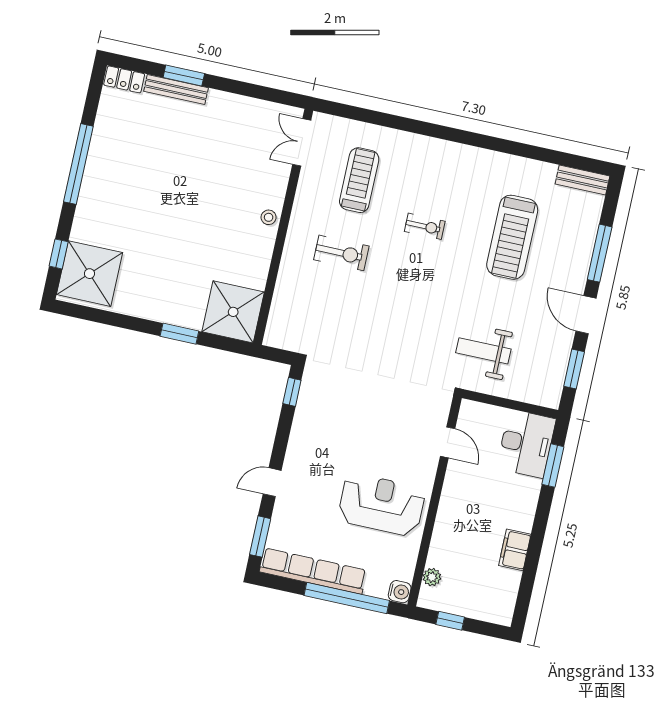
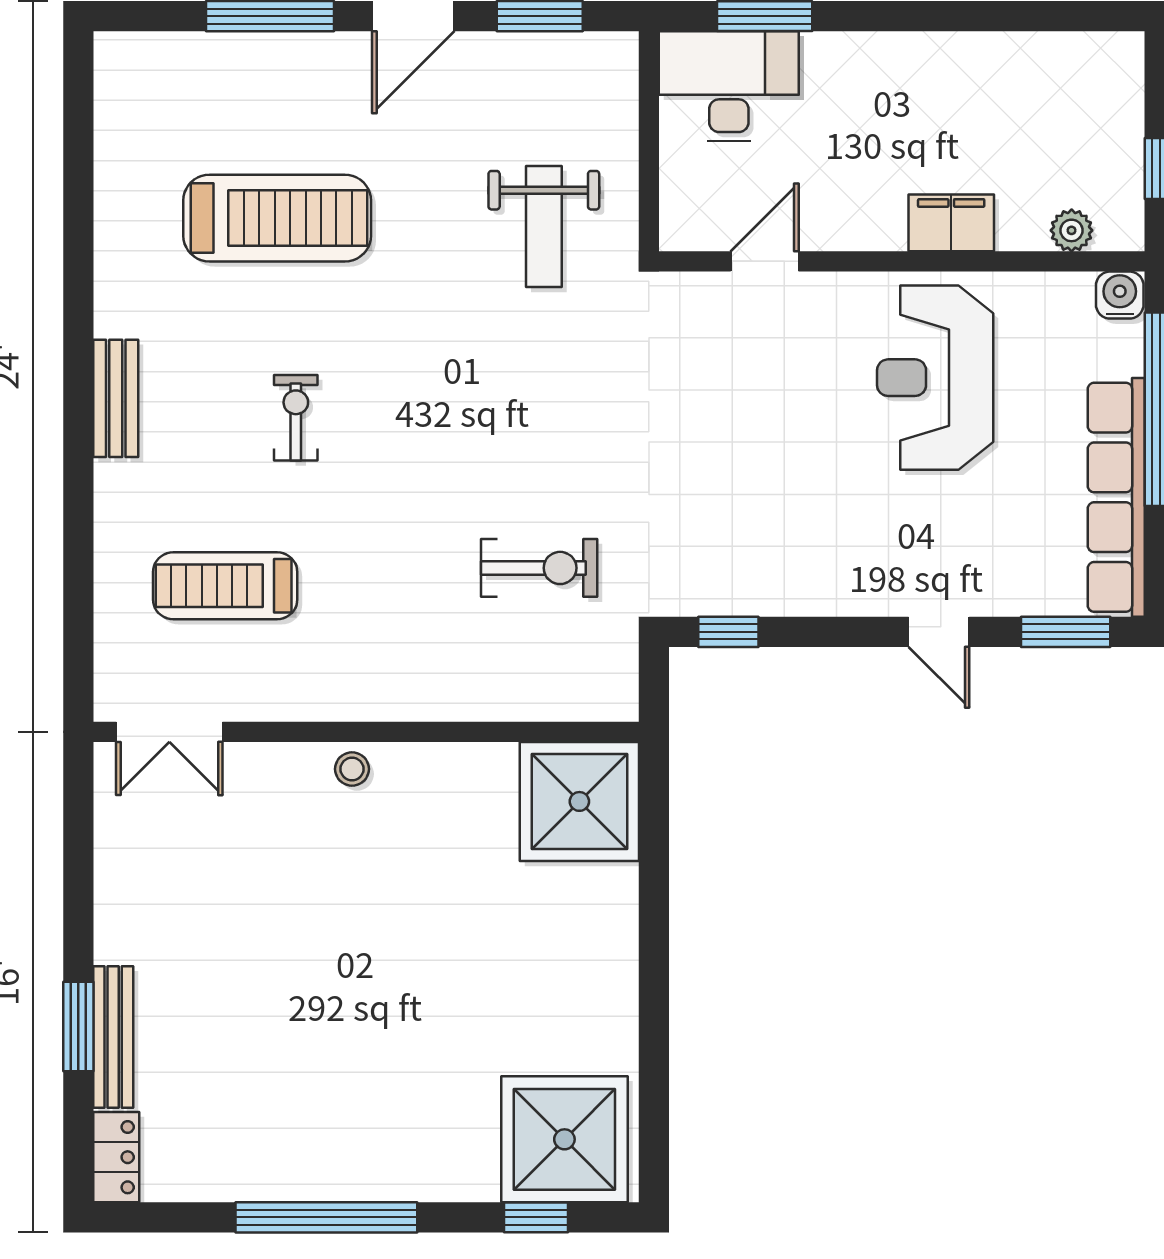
bench: (582, 180) -> (116, 398), moved
exercise bike: (341, 253) -> (539, 568), moved, turned 90
window: (179, 334) -> (654, 910), removed
filing cabinet: (515, 550) -> (951, 223), moved, turned 180

